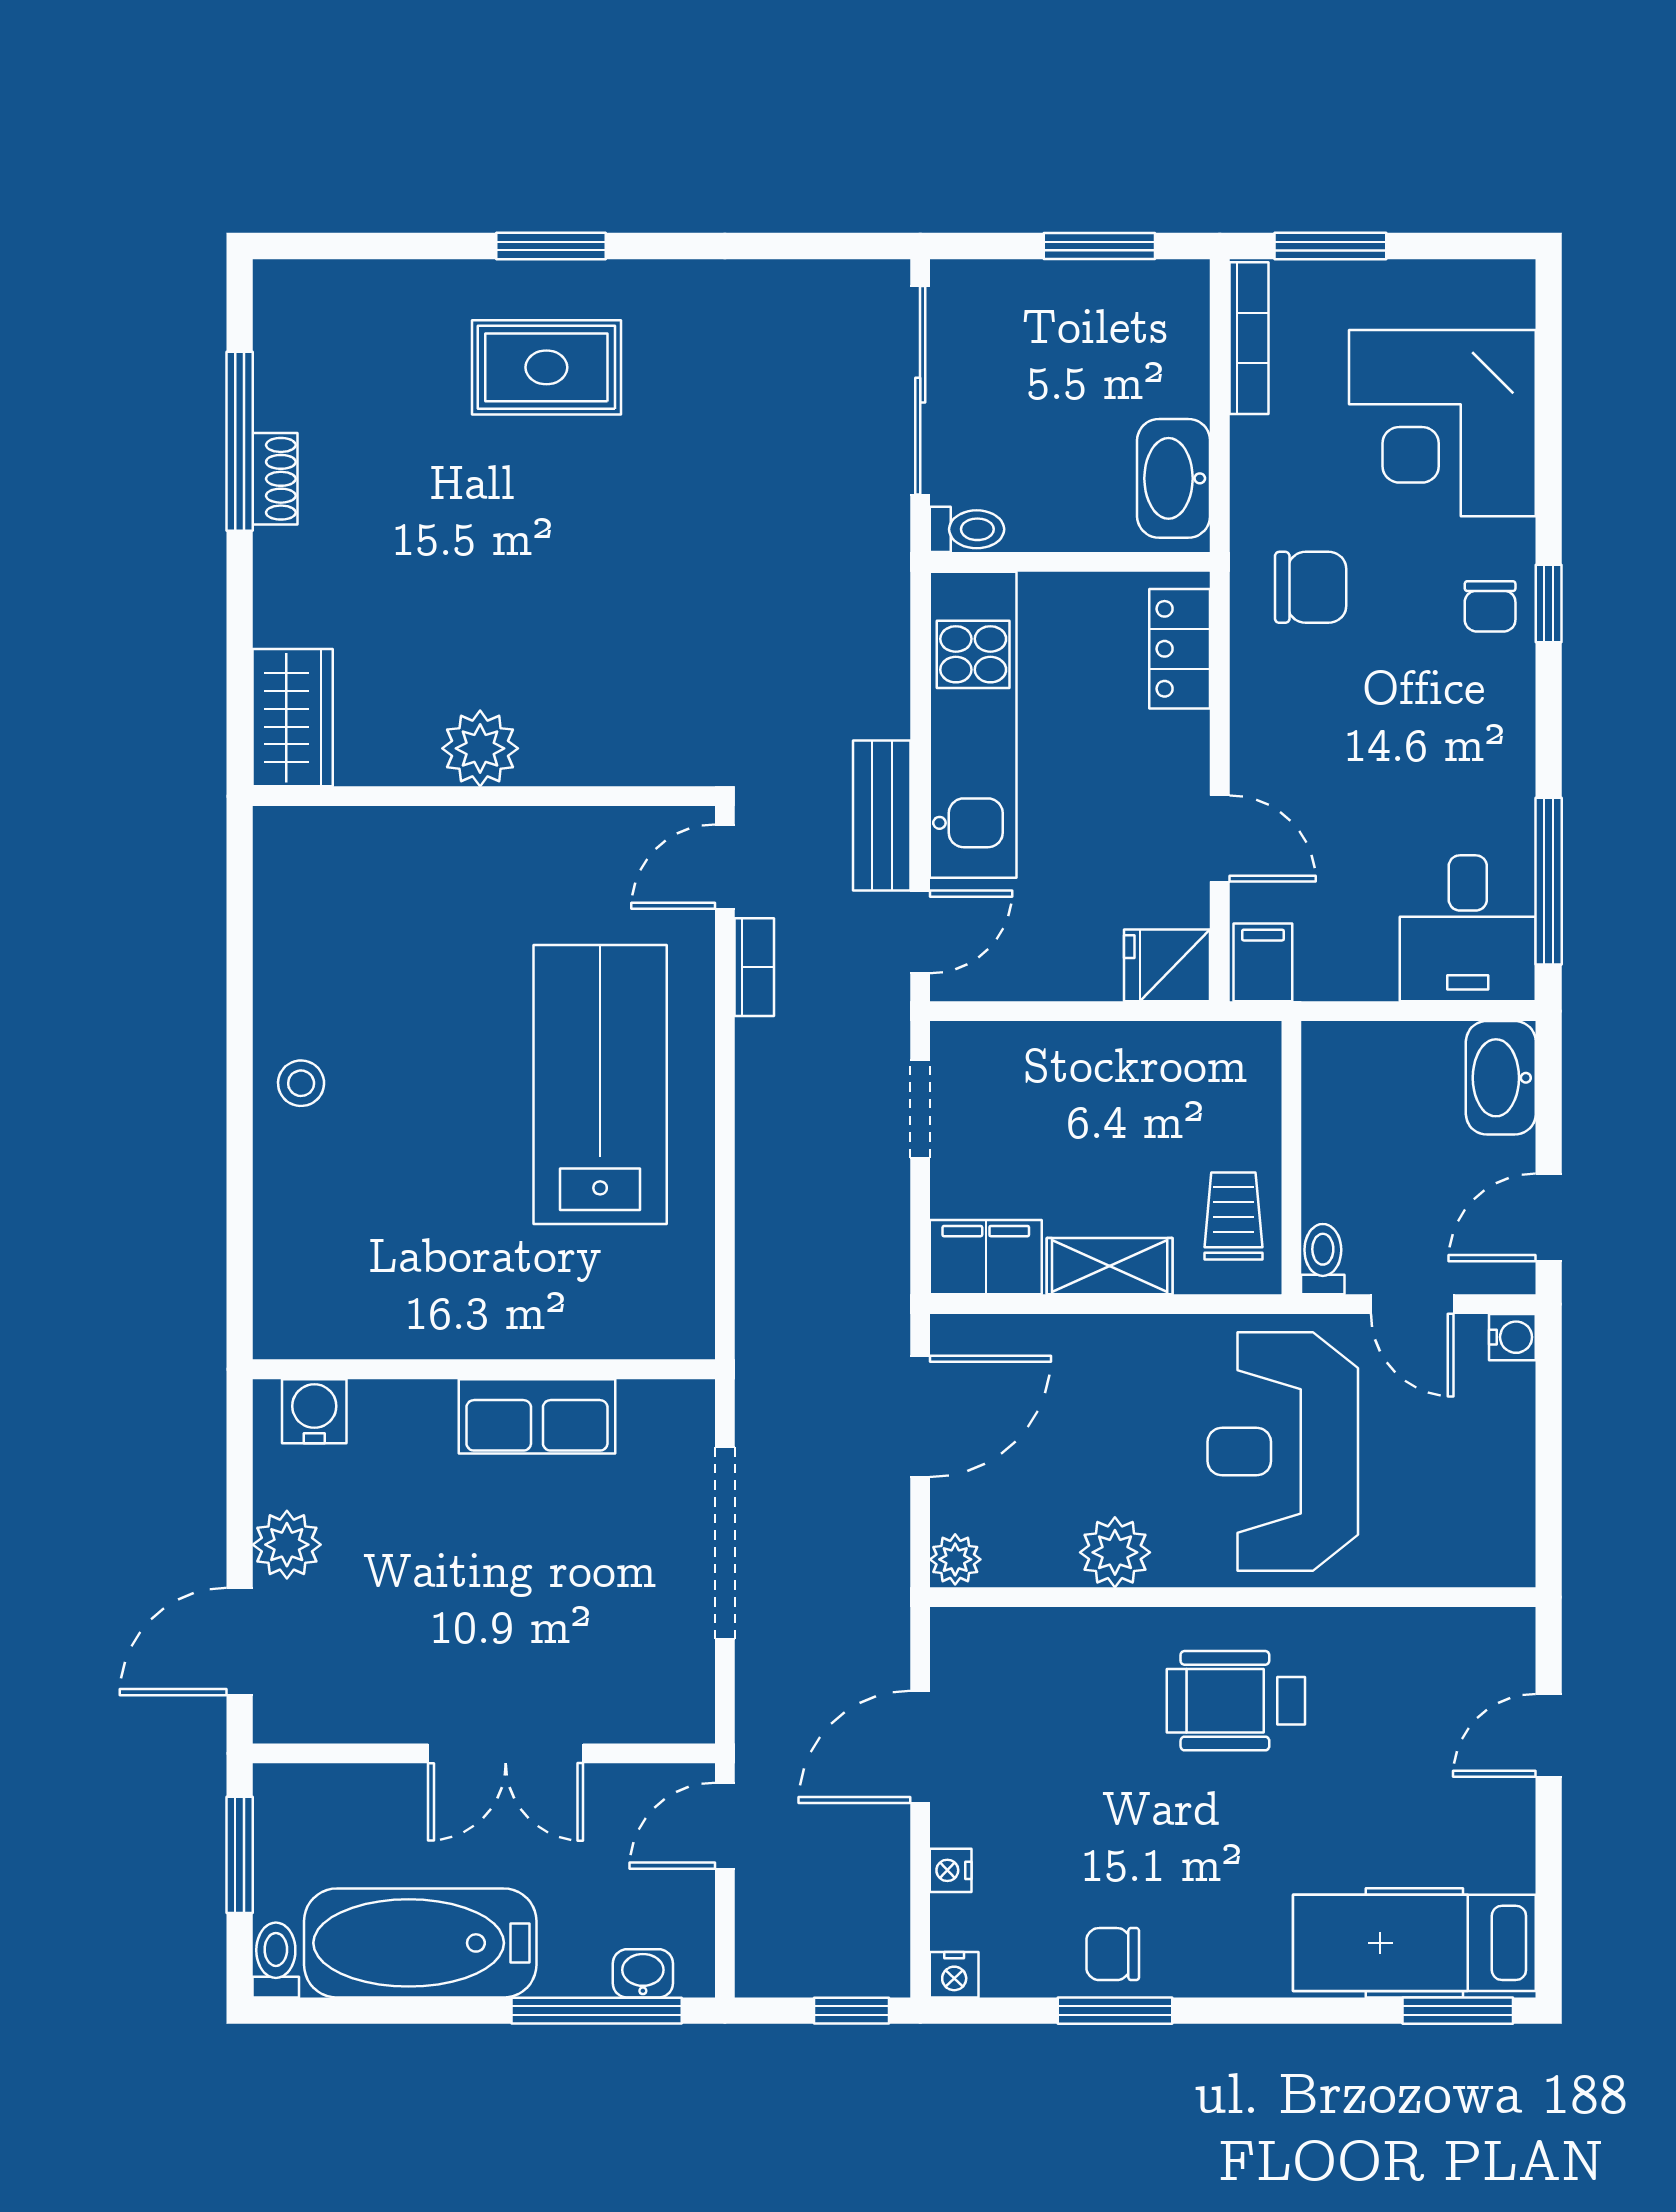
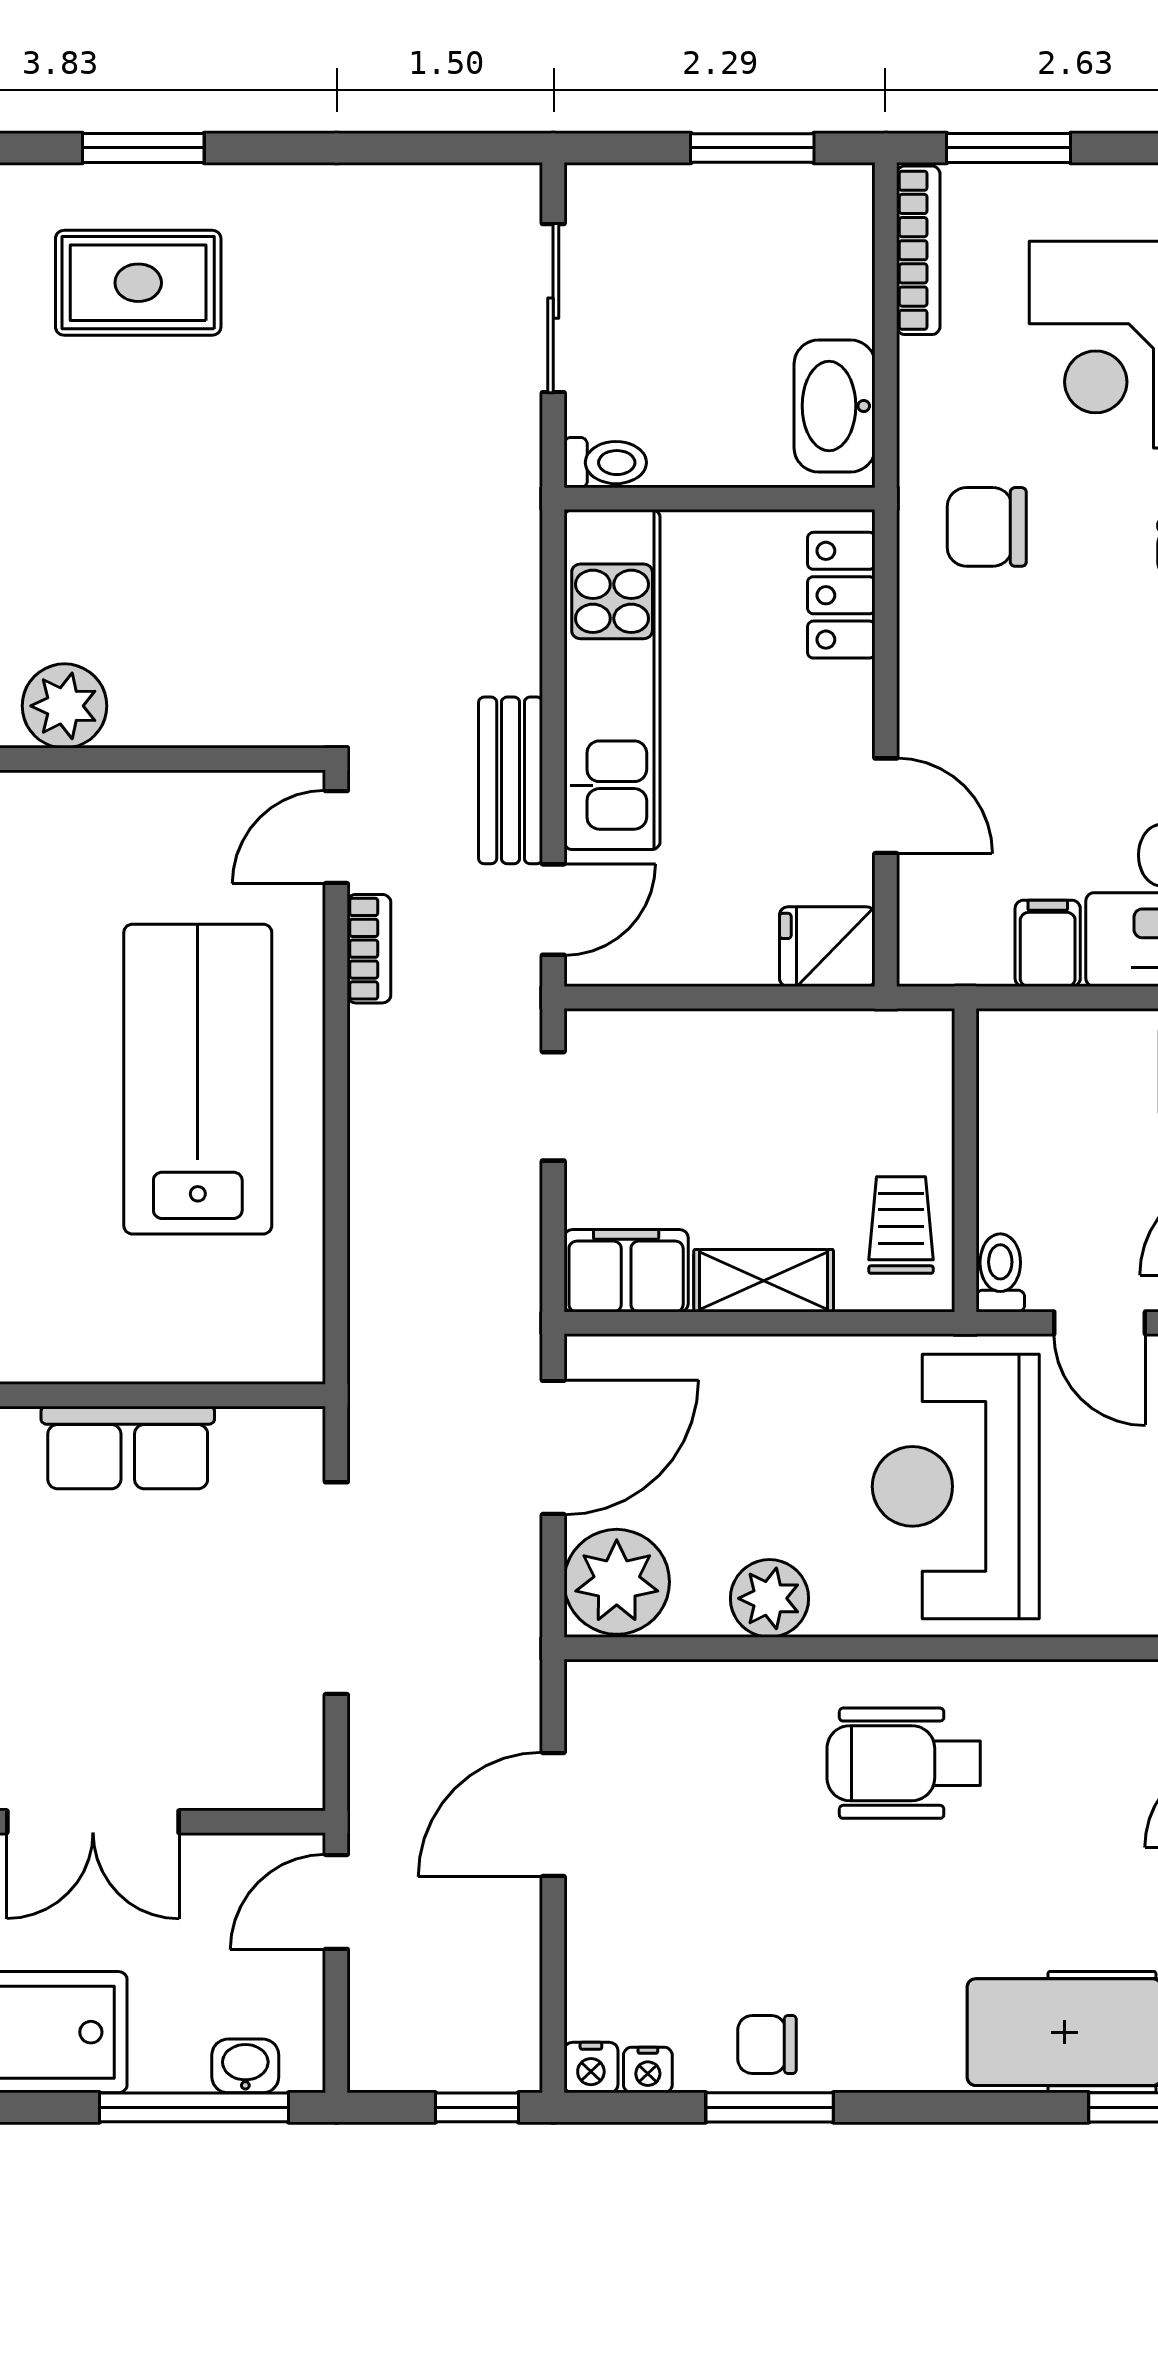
sliding door: (920, 390) -> (553, 308), width x0.73
chair: (1311, 587) -> (987, 527), turned 180
filing cabinet: (1263, 962) -> (1048, 943), moved
plant: (955, 1559) -> (617, 1582), width x1.88, depth x1.88
nightstand: (951, 1870) -> (648, 2070), moved, turned -90

